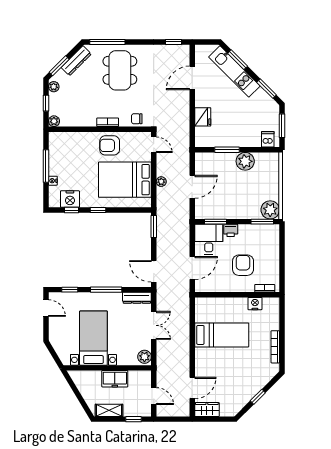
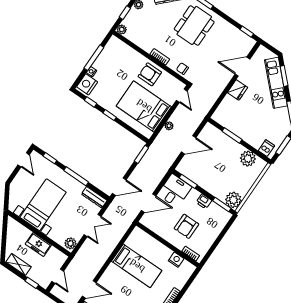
fridge: (203, 117) -> (238, 90), moved
plant: (245, 161) -> (248, 159), moved
nightstand: (70, 199) -> (87, 84), moved, turned 90
printer: (231, 230) -> (204, 201), moved
armchair: (243, 265) -> (186, 226), turned 180
door: (154, 271) -> (119, 187), swing flipped

